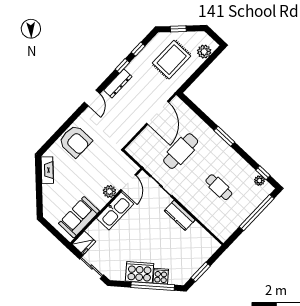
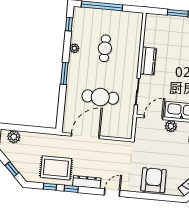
rug: (172, 60) -> (56, 168), moved
plant: (259, 181) -> (74, 48), moved

